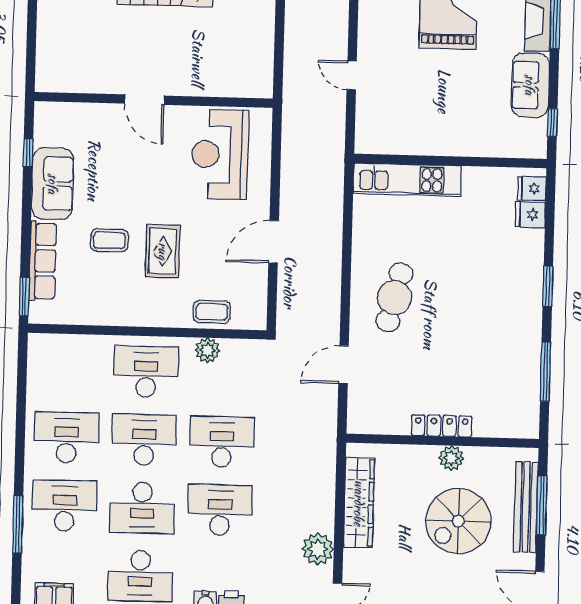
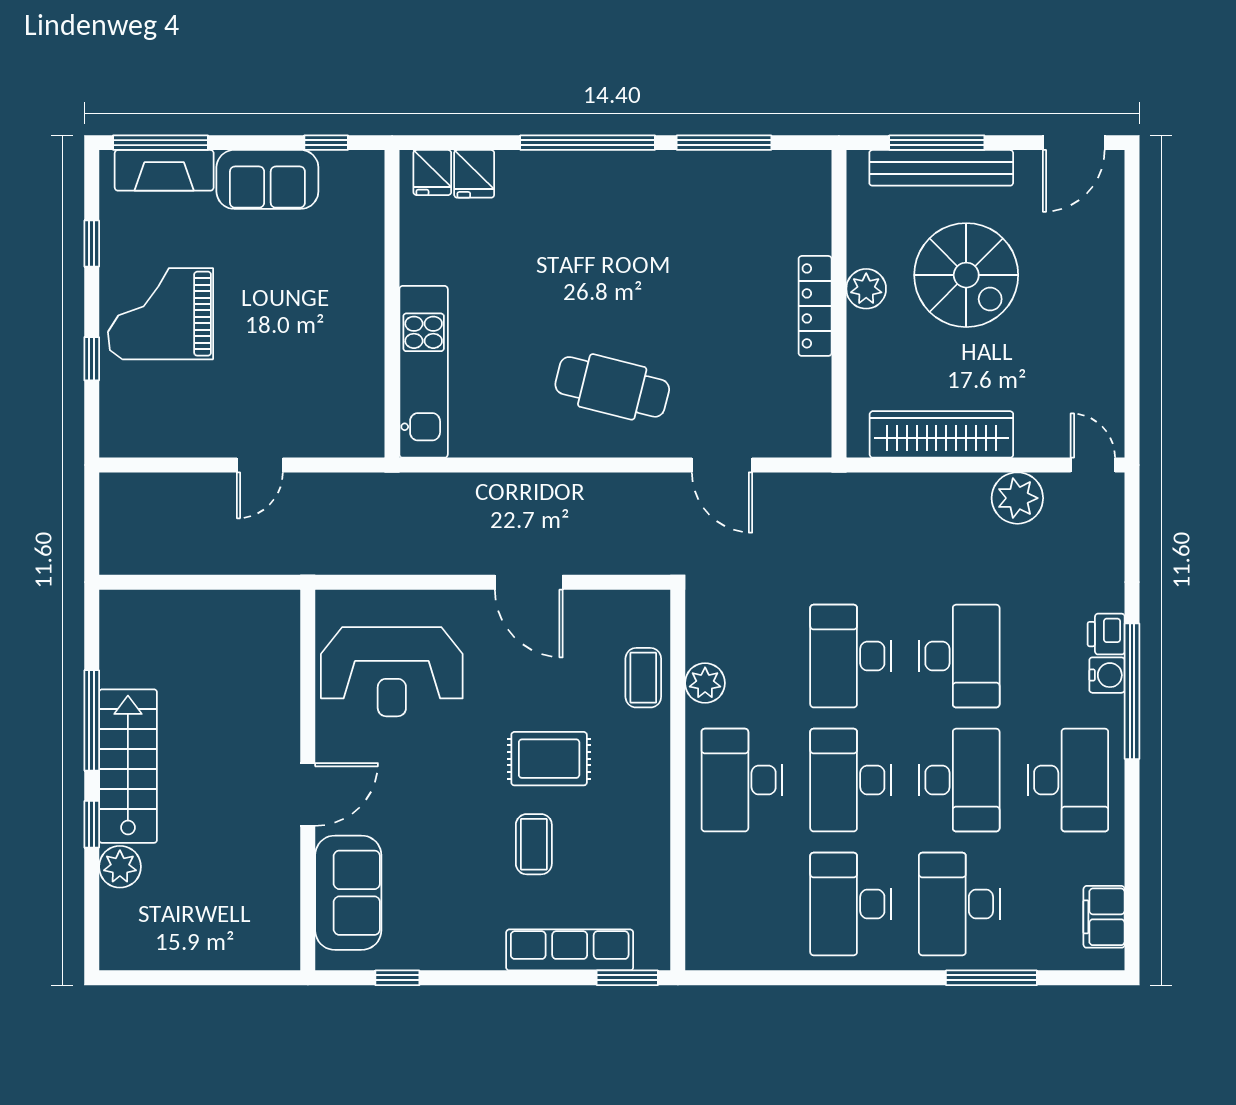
sofa: (53, 184) -> (348, 893), moved, turned 90
window: (548, 286) -> (588, 143), width x2.11
desk: (220, 510) -> (959, 656), turned 180

